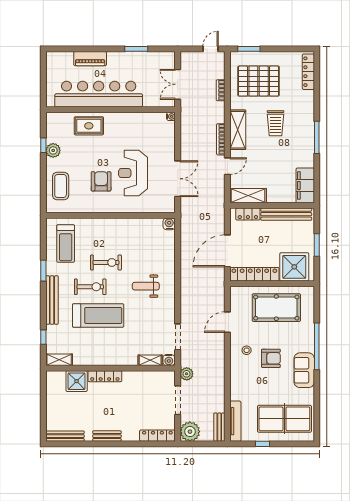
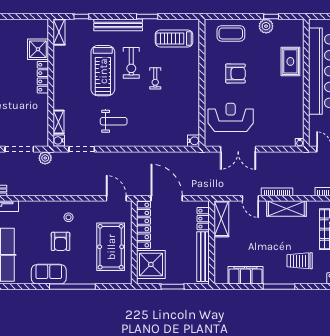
trolley: (275, 123) -> (300, 261), moved
reception desk: (133, 173) -> (231, 117), moved
filing cabinet: (305, 185) -> (245, 275), moved
exercise bike: (106, 262) -> (155, 78), width x0.73, depth x0.72
weight bench: (146, 286) -> (114, 121), moved, turned 90
door: (227, 322) -> (116, 198), moved

